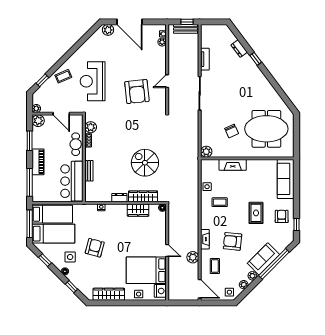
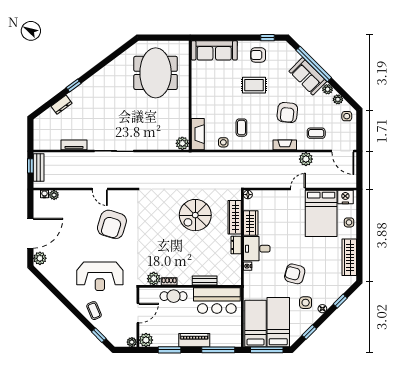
armchair: (137, 92) -> (112, 224), turned 113
chair: (232, 131) -> (158, 114), removed
fireplace: (233, 165) -> (198, 134), moved
desk: (116, 215) -> (257, 249), added
door: (200, 289) -> (343, 151), swing flipped

